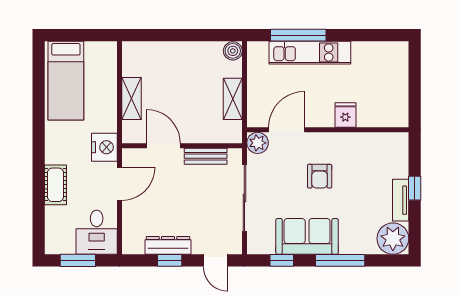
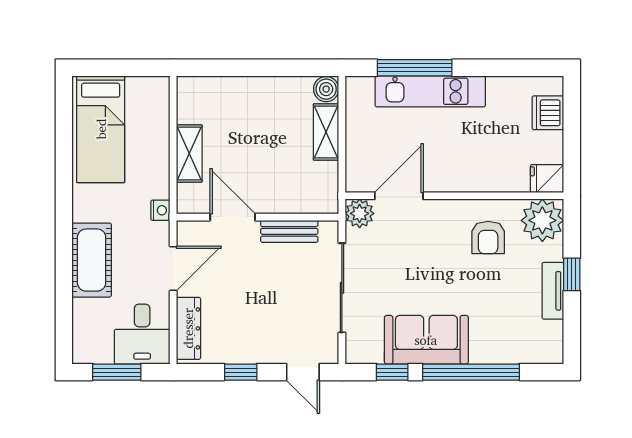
dishwasher: (397, 68) -> (548, 113), added
shelving: (233, 99) -> (326, 132), moved
fridge: (345, 115) -> (547, 179), moved, turned -90
nightstand: (104, 147) -> (160, 210), width x0.53, depth x0.56
armchair: (320, 176) -> (488, 237), moved
cot: (55, 185) -> (92, 260), width x1.37, depth x1.34
plant: (393, 239) -> (542, 220), moved
dresser: (168, 245) -> (188, 328), moved, turned 90
window: (340, 260) -> (471, 372), width x1.46

